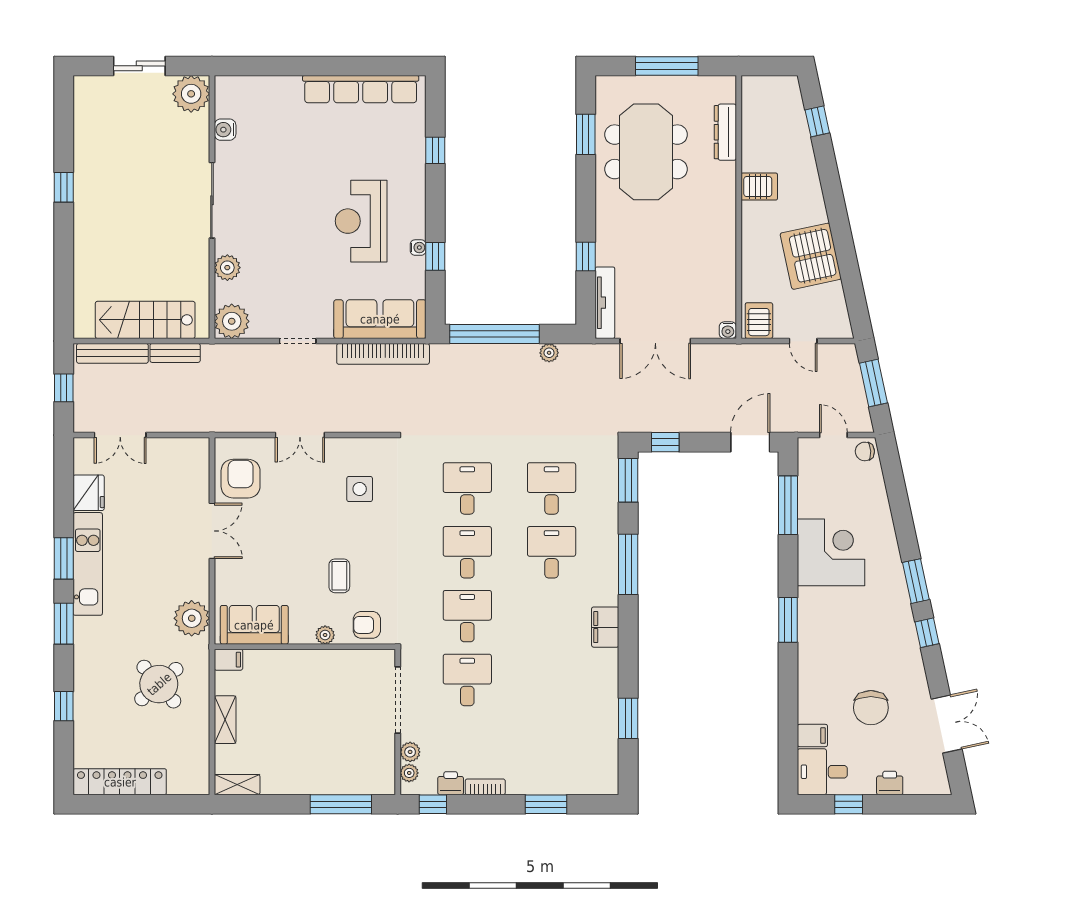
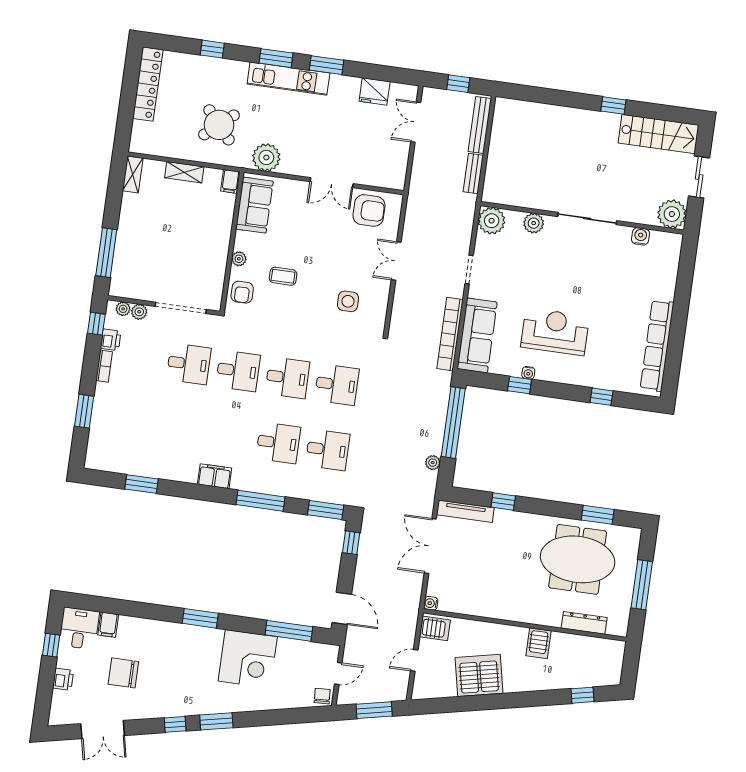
stairs: (145, 320) -> (658, 134), moved, turned 90
kitchen unit: (88, 564) -> (288, 79), moved
armchair: (367, 625) -> (242, 292), turned 180

